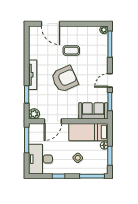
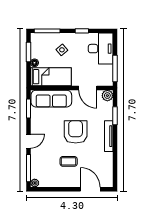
armchair: (65, 79) -> (76, 132), turned 114
door: (110, 80) -> (28, 141), moved
sofa: (93, 111) -> (51, 99), width x1.36
door: (53, 121) -> (88, 88), swing flipped

